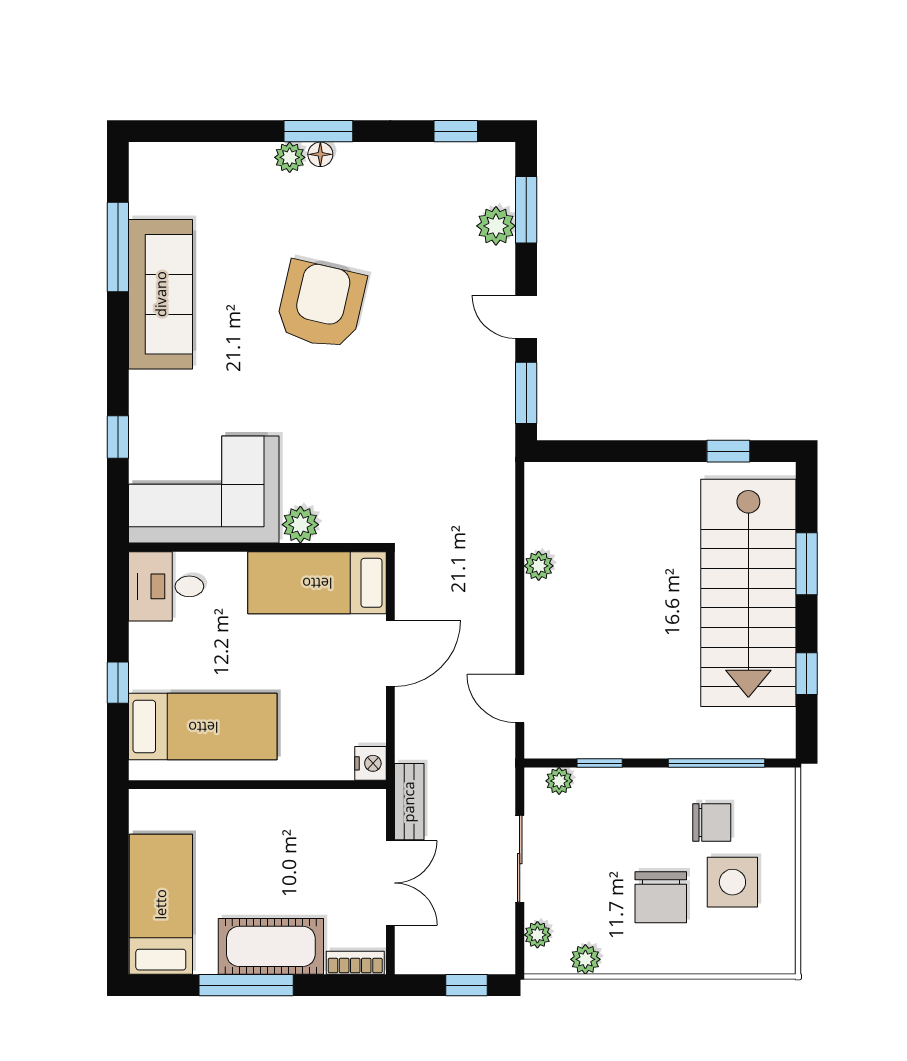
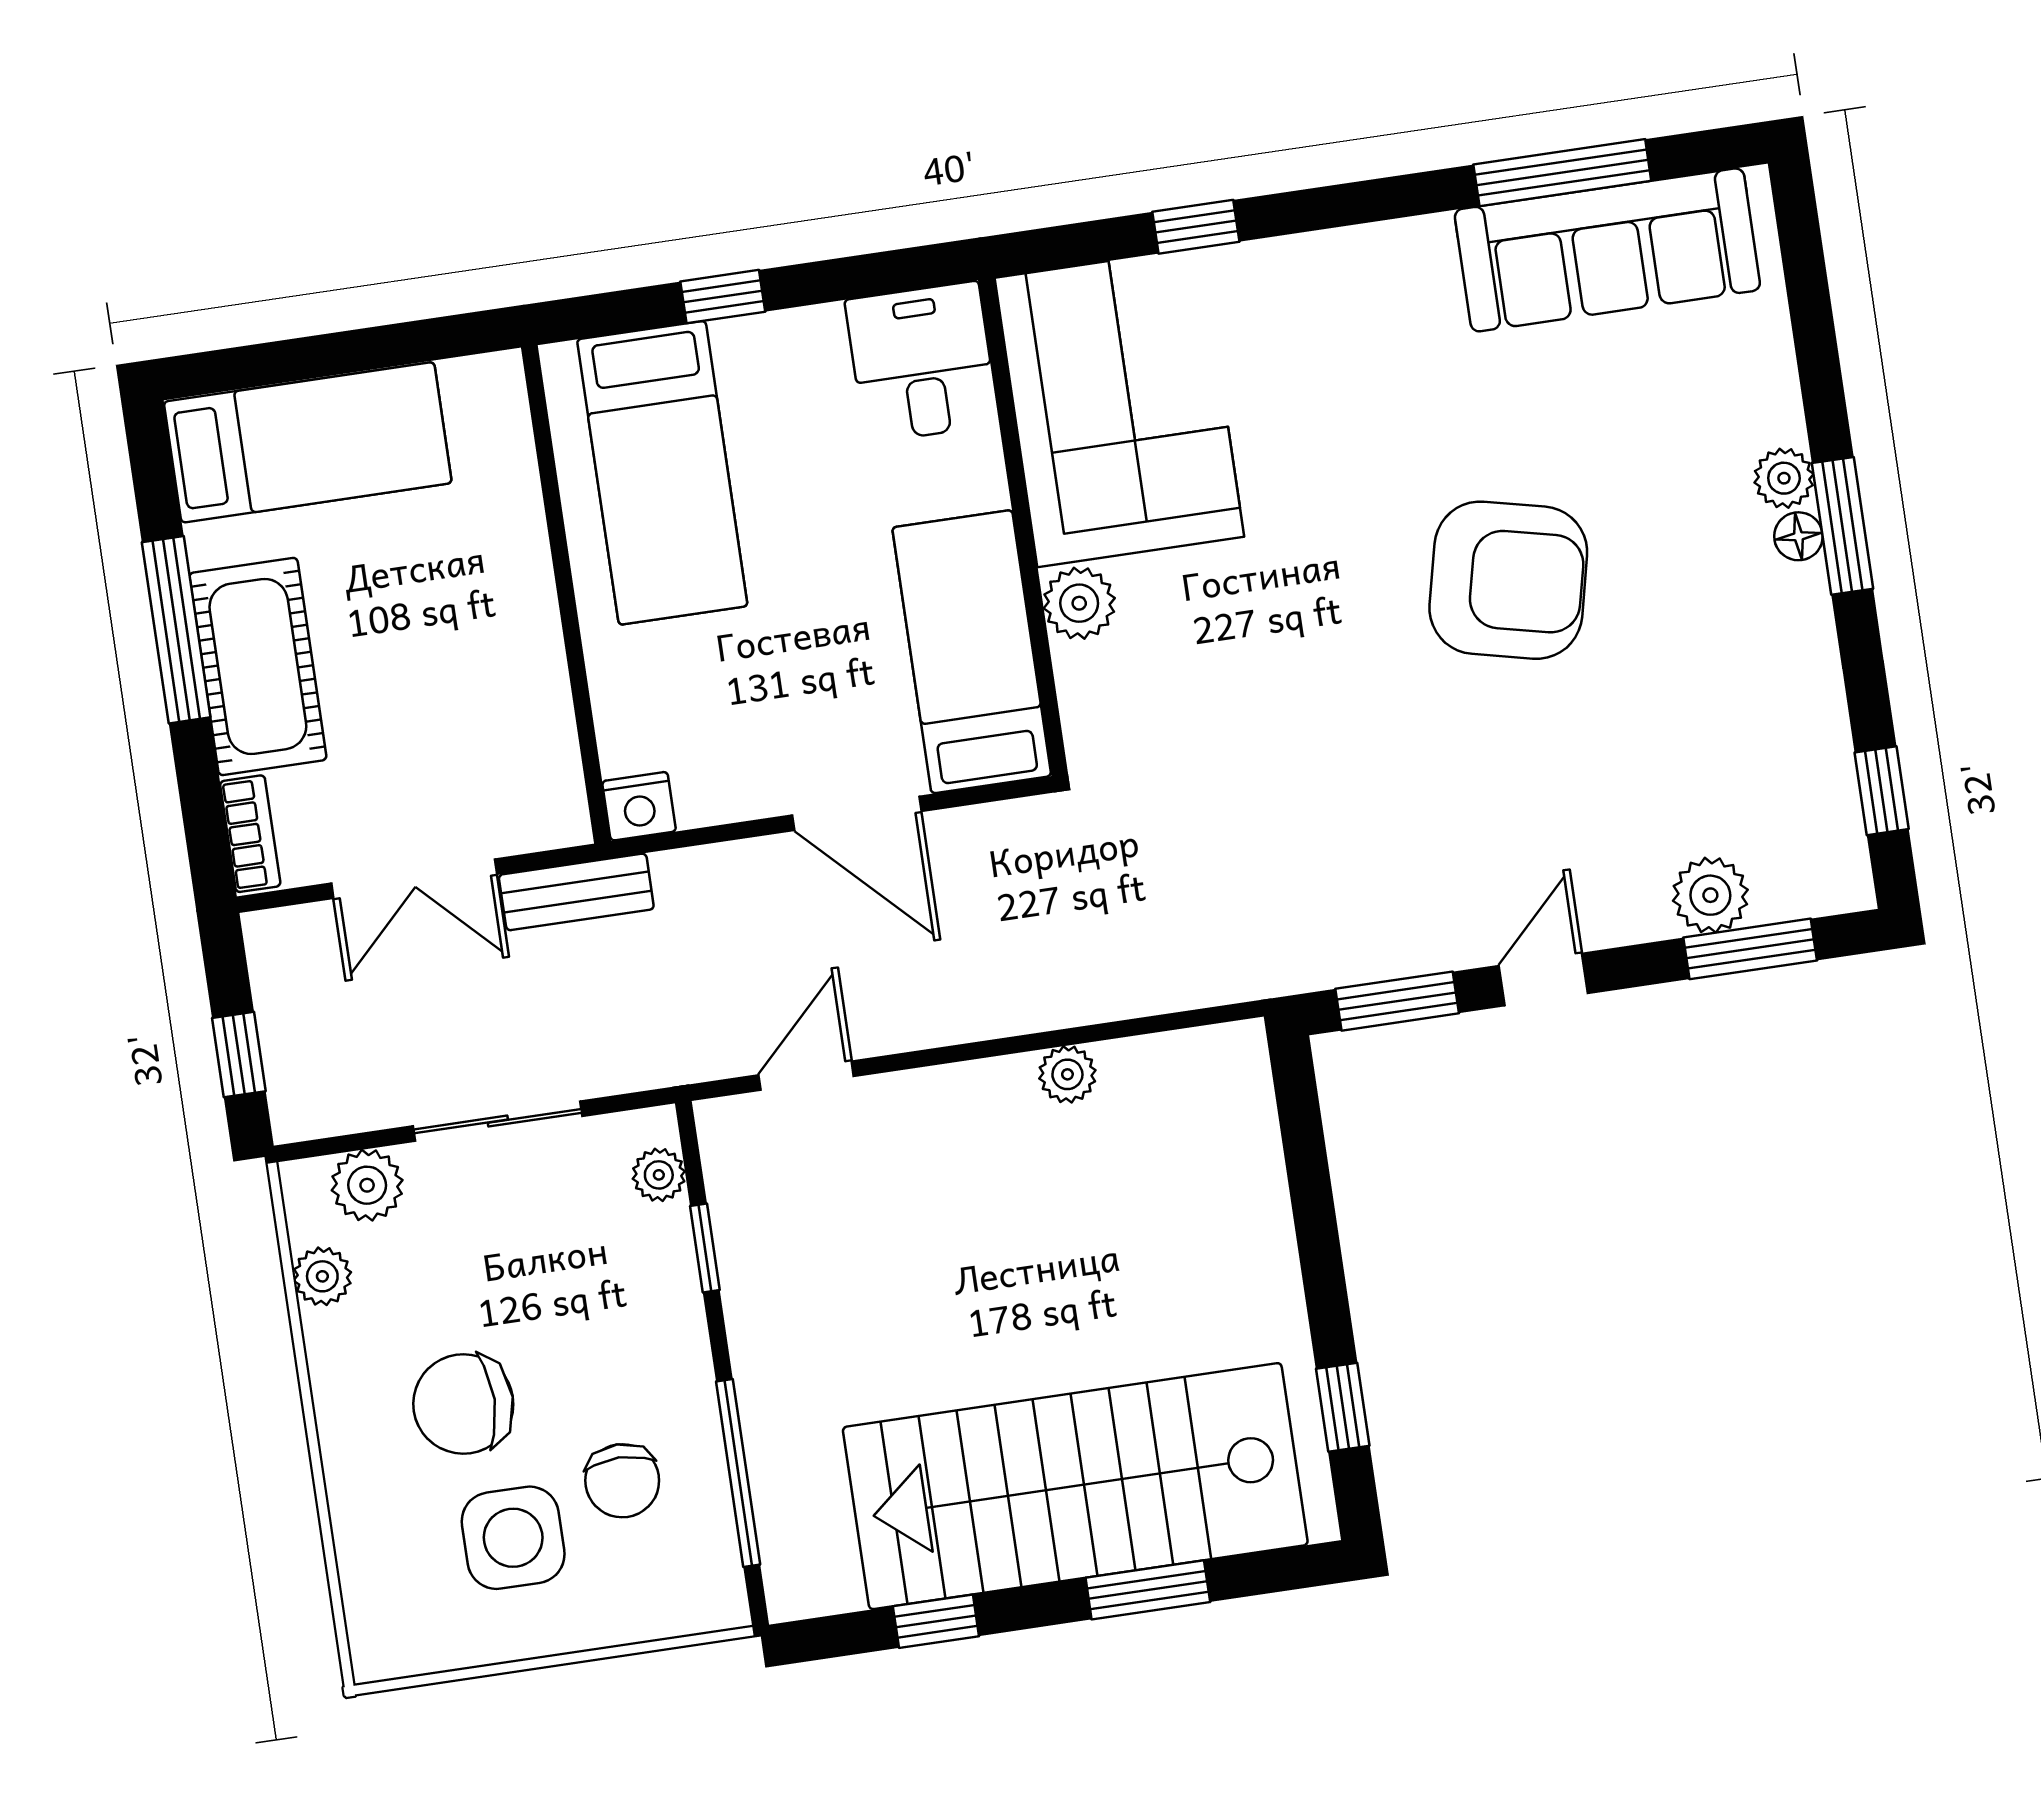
sofa: (161, 294) -> (1607, 250), moved
plant: (537, 935) -> (367, 1185), width x1.38, depth x1.38

